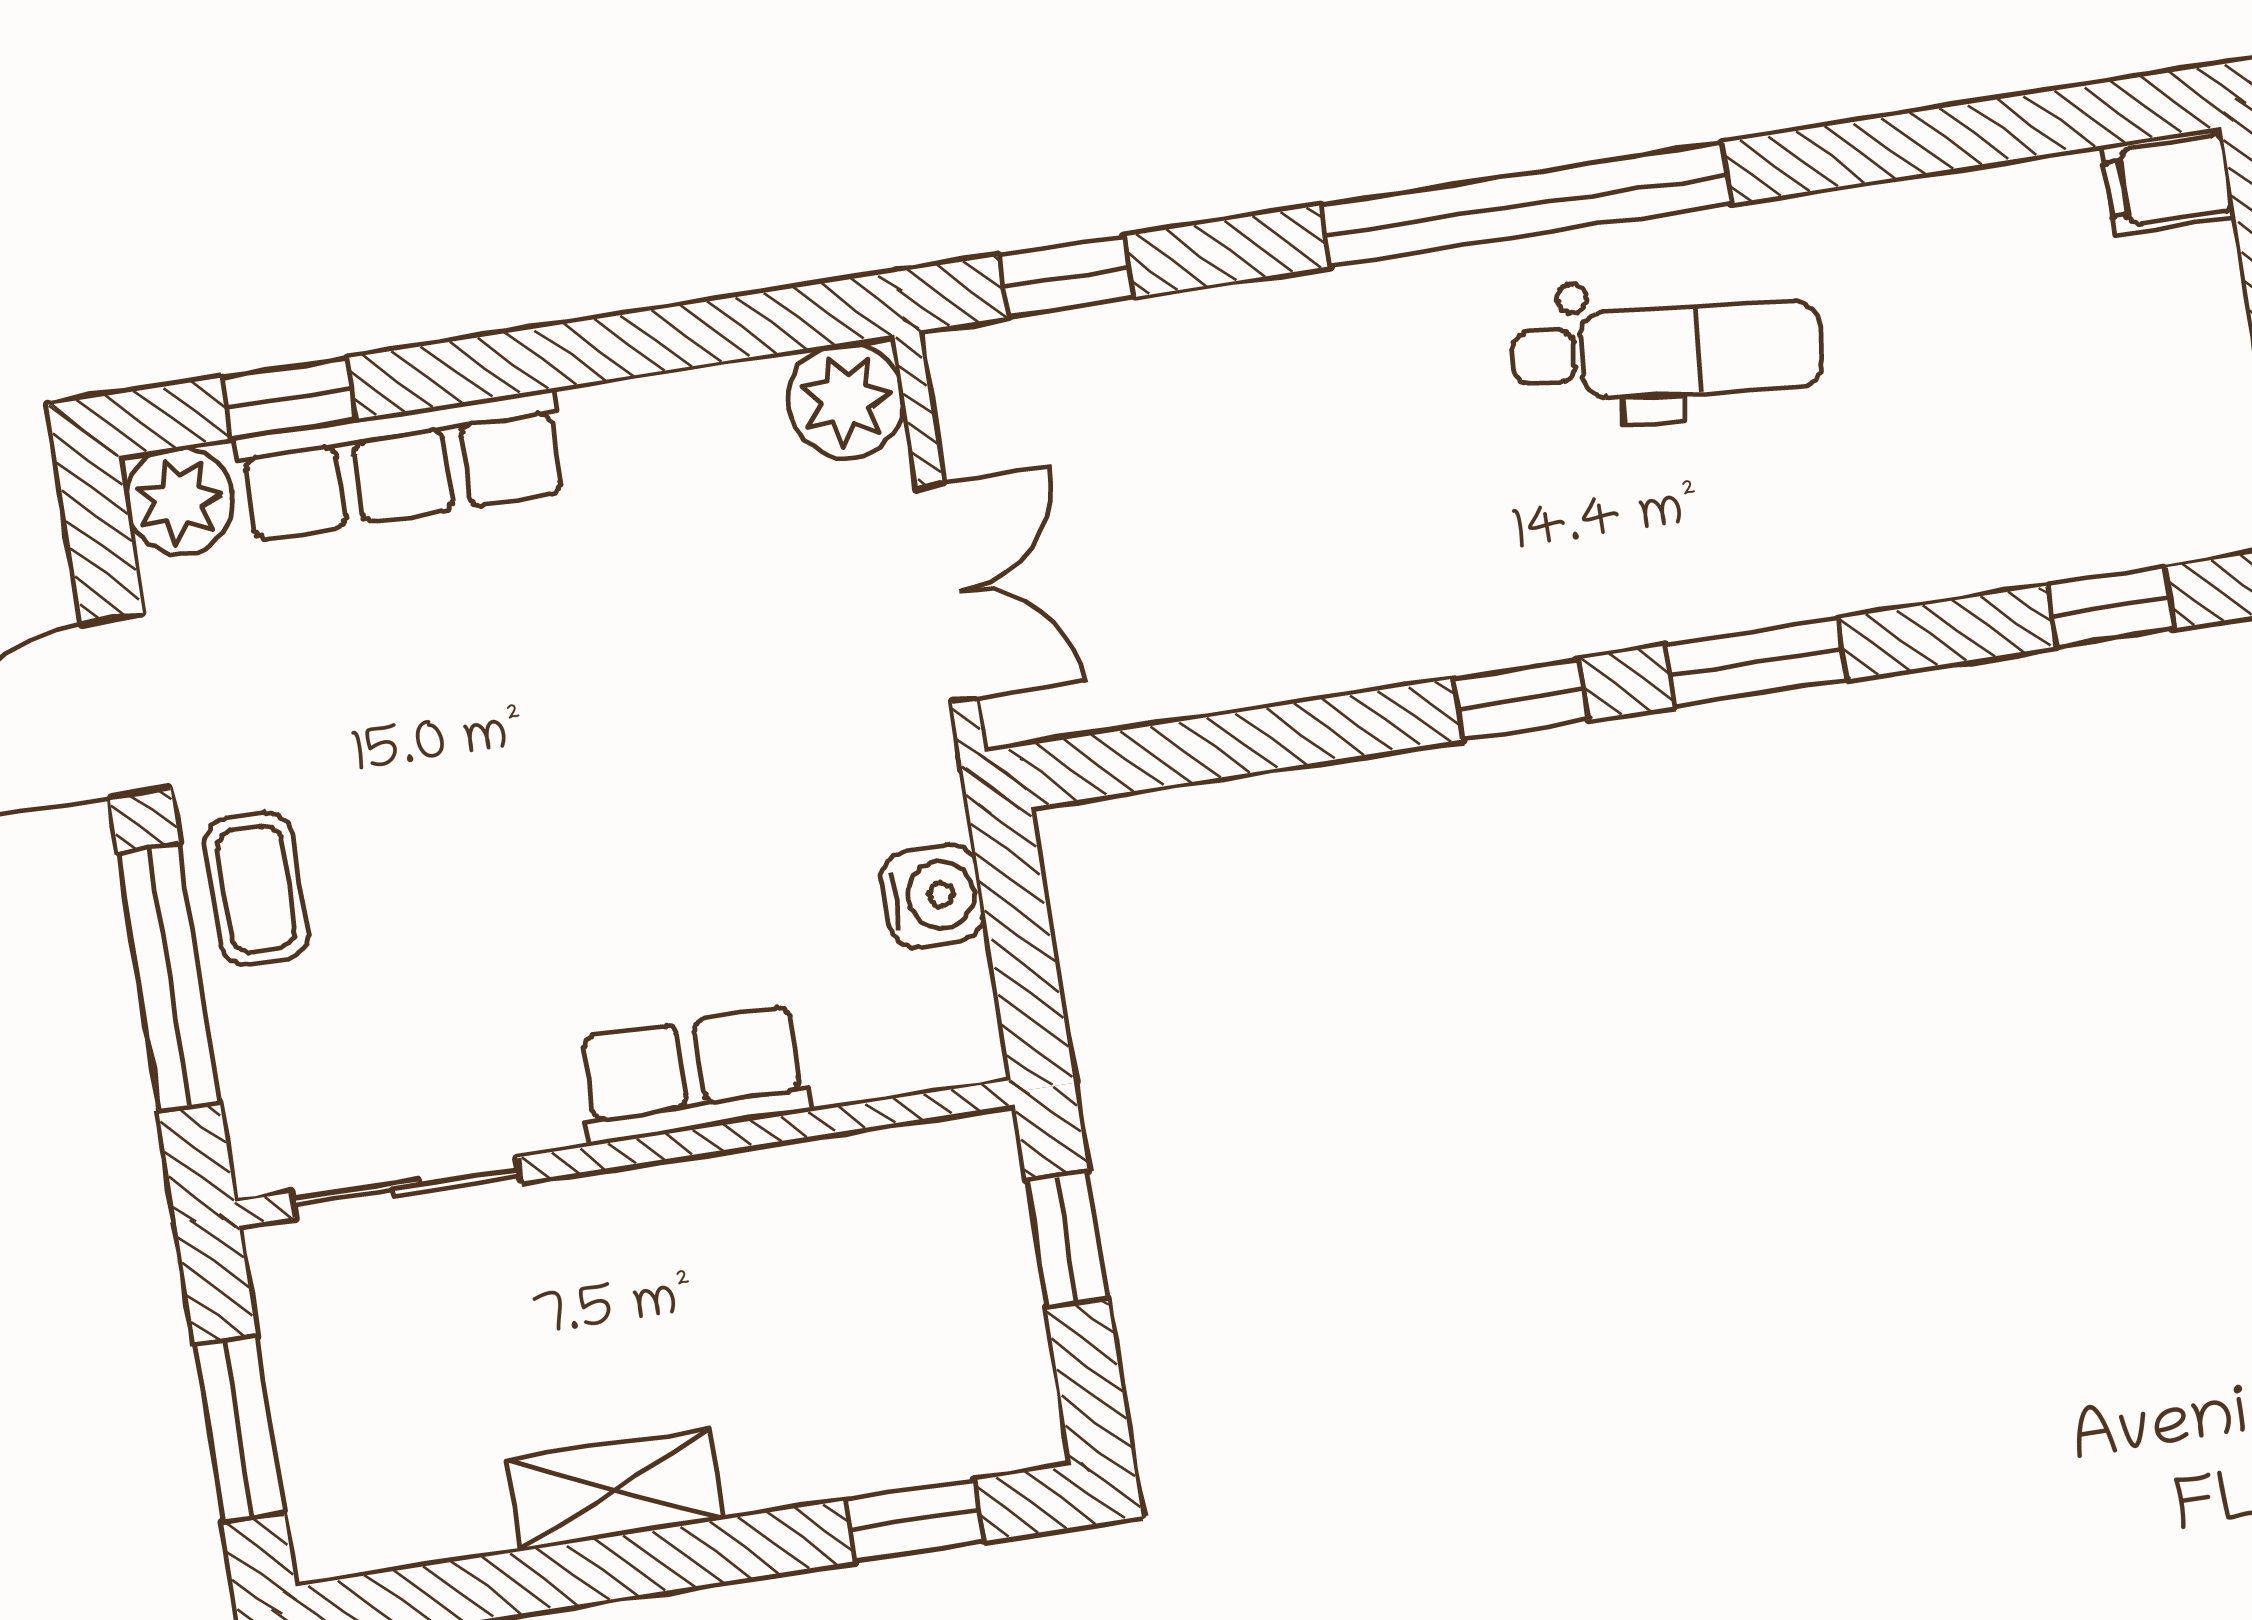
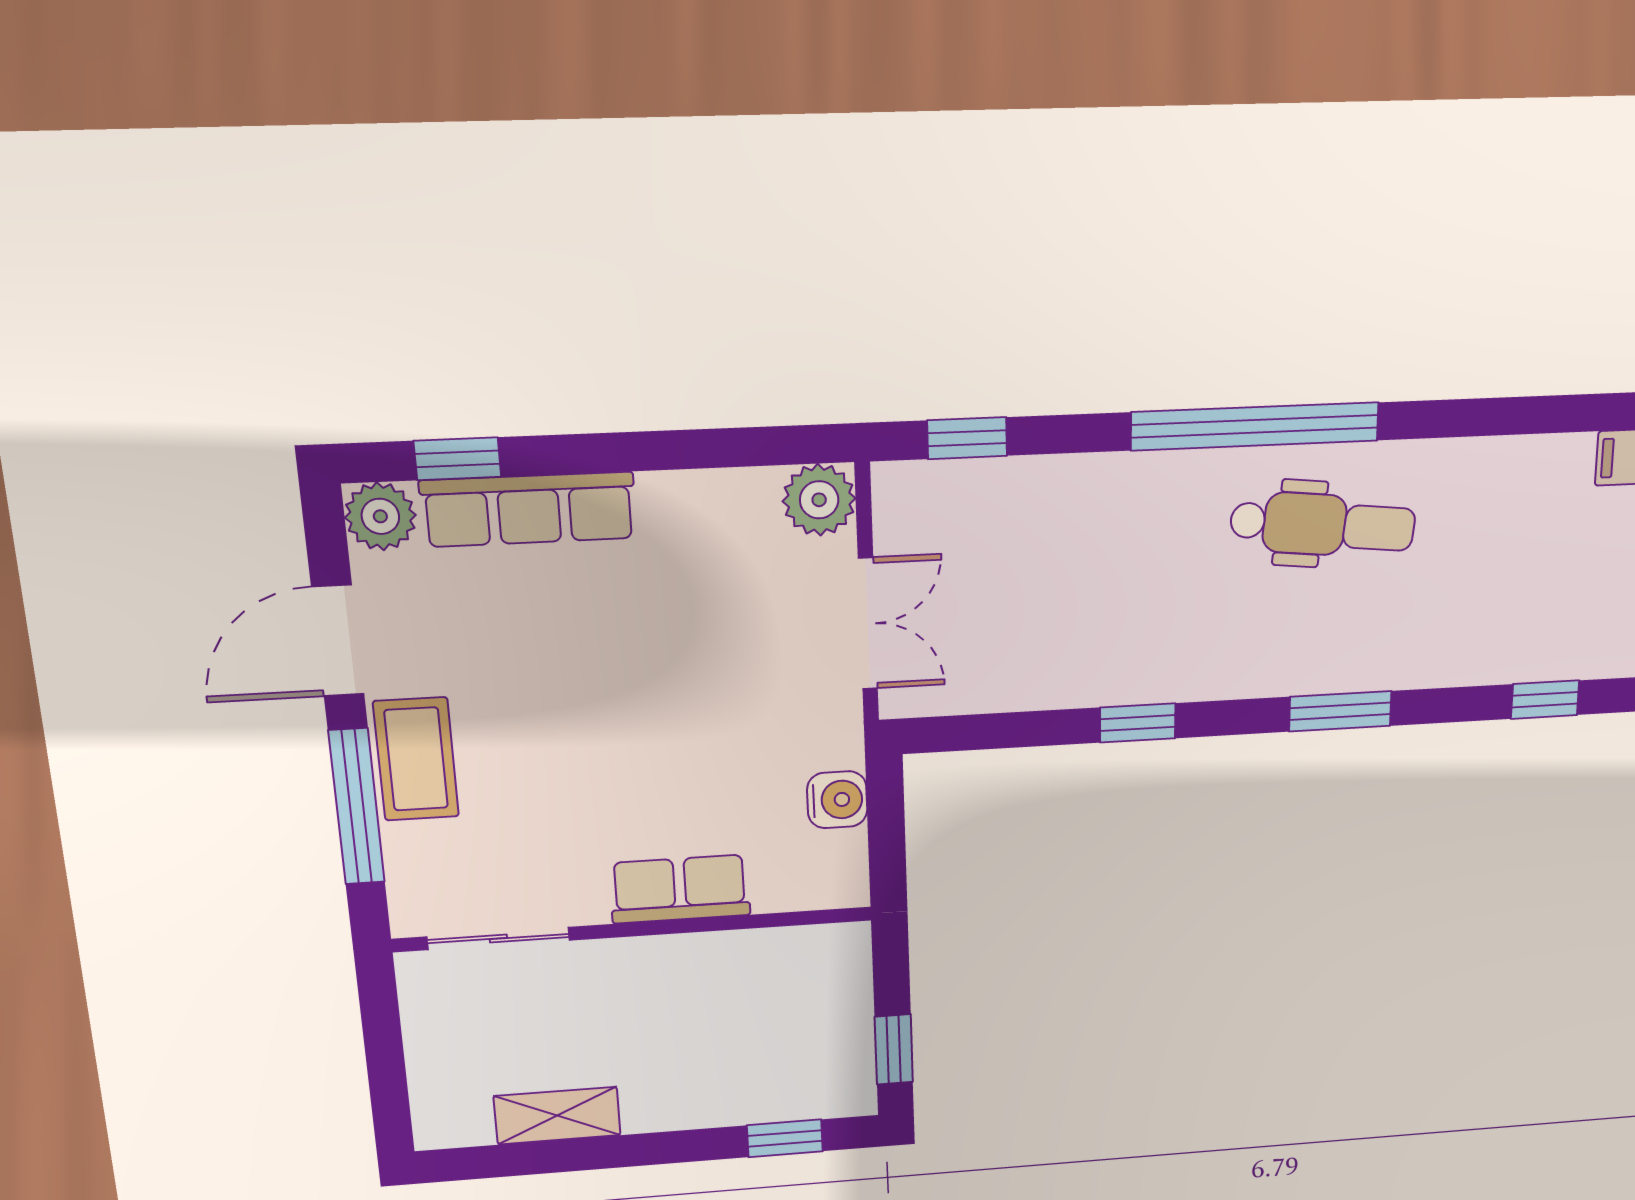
window: (1521, 699) -> (1138, 723), moved
coffee table: (256, 889) -> (416, 759), width x1.36, depth x1.30
window: (1067, 1239) -> (894, 1049), moved
window: (240, 1429) -> (386, 1065), removed
shelving: (615, 1490) -> (557, 1116), moved

